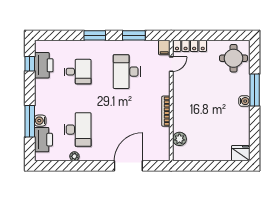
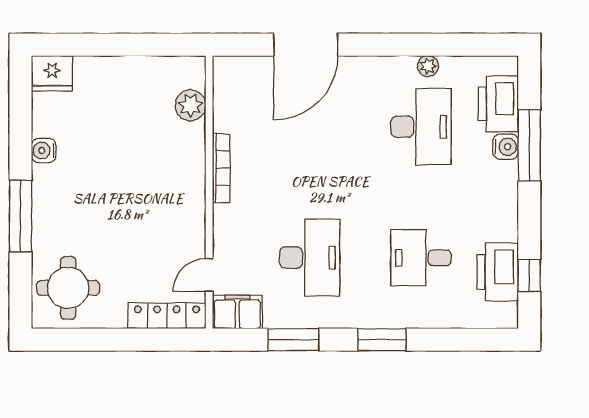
filing cabinet: (164, 48) -> (237, 312), width x2.00
water cooler: (244, 101) -> (44, 151), moved
desk: (78, 130) -> (421, 127), turned 180

